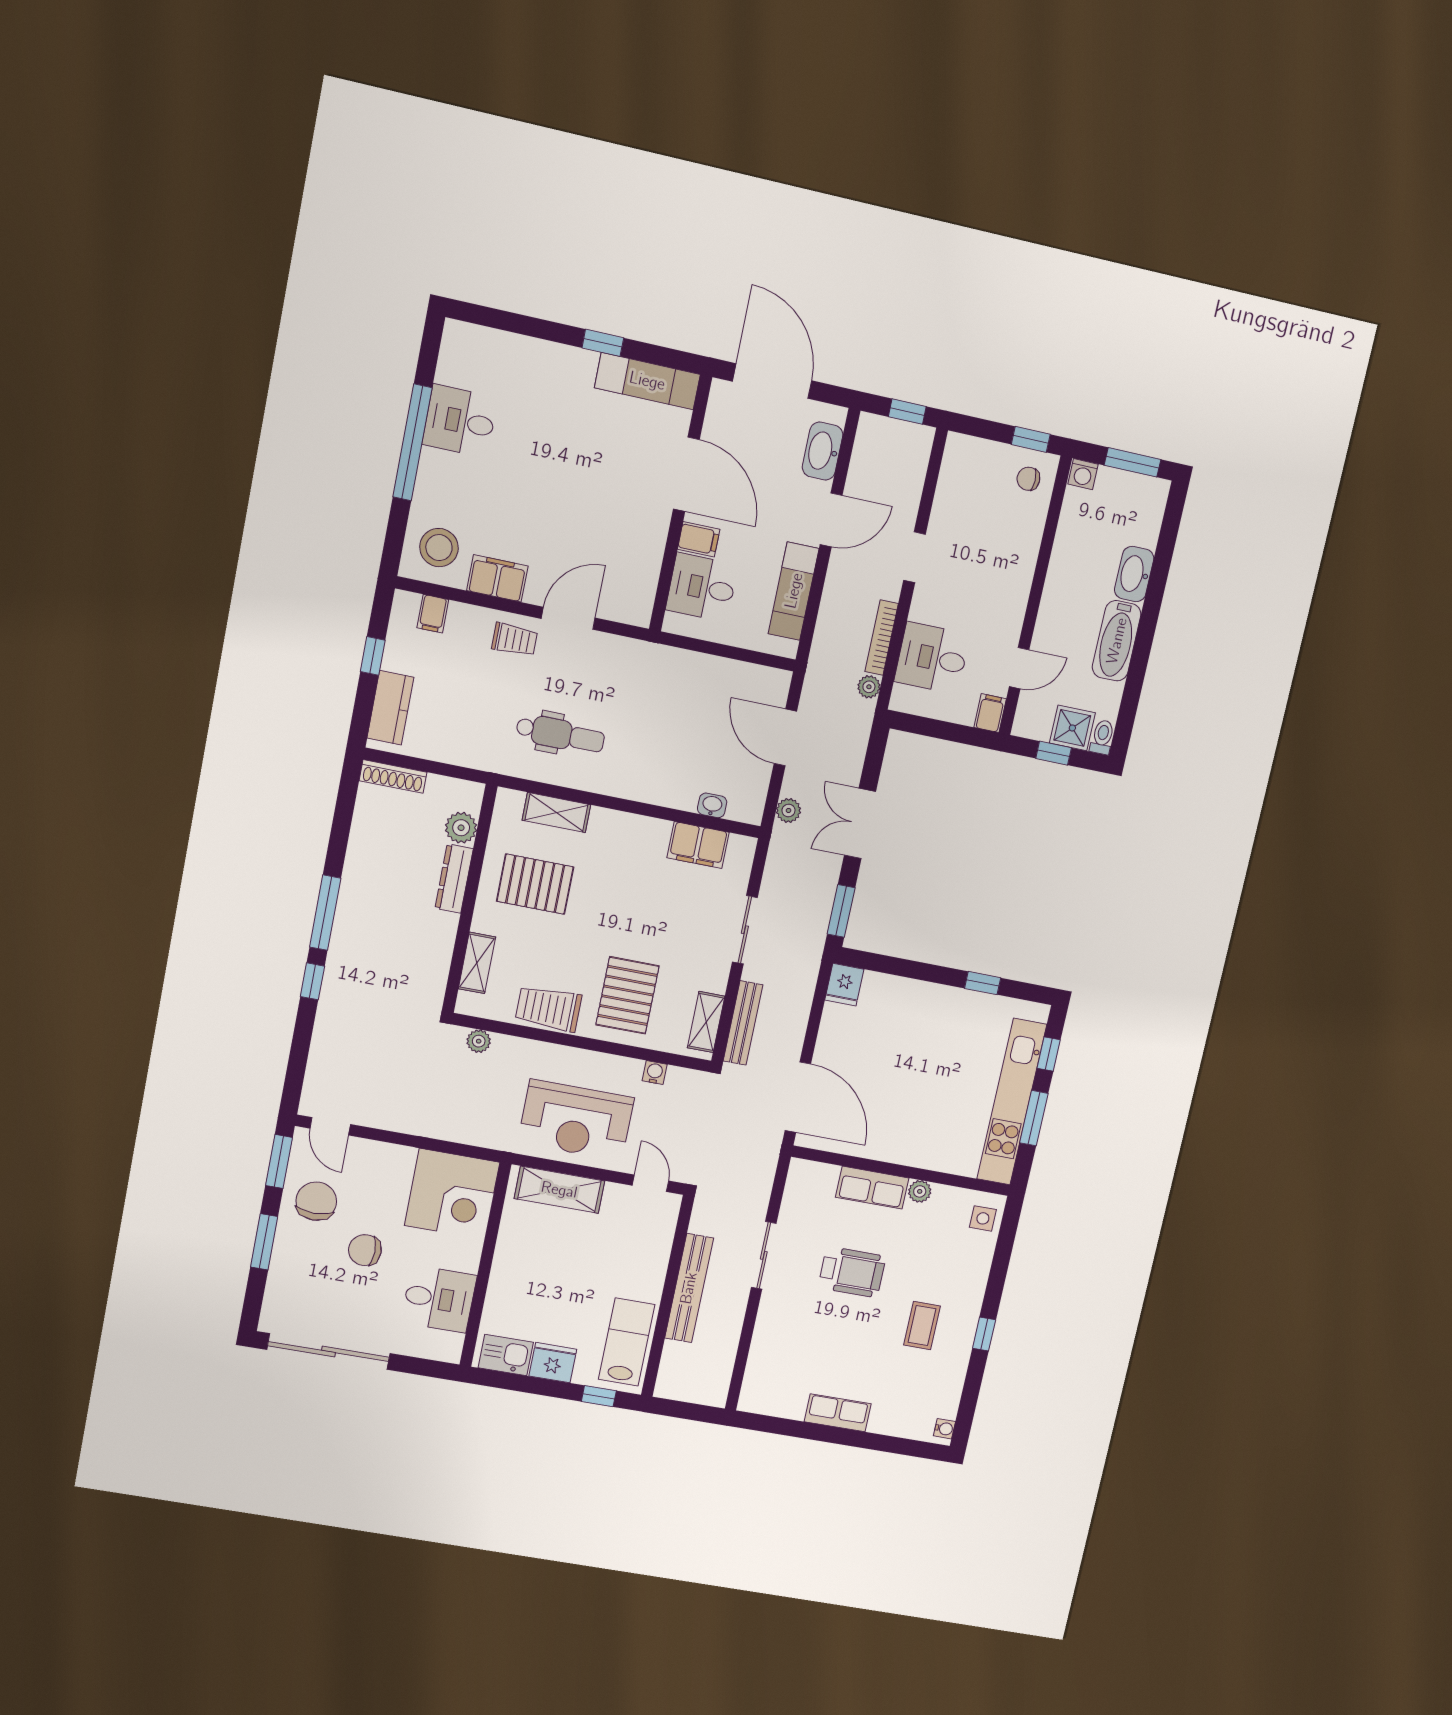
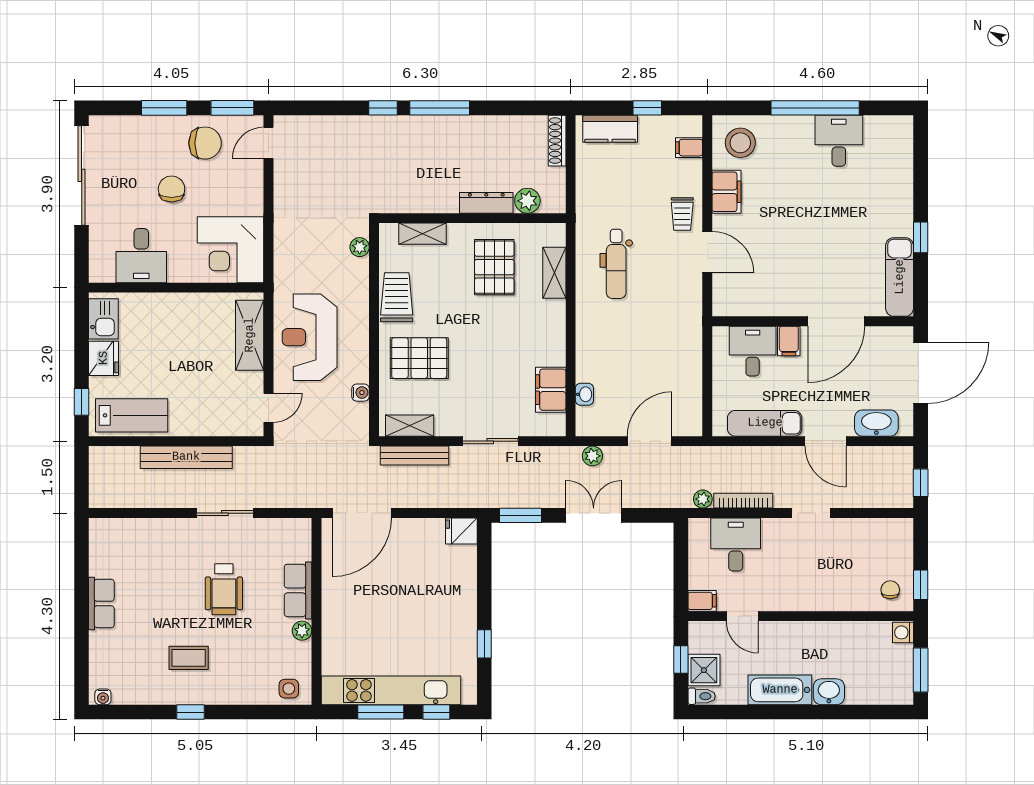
washbasin: (1134, 574) -> (829, 692), width x0.72

